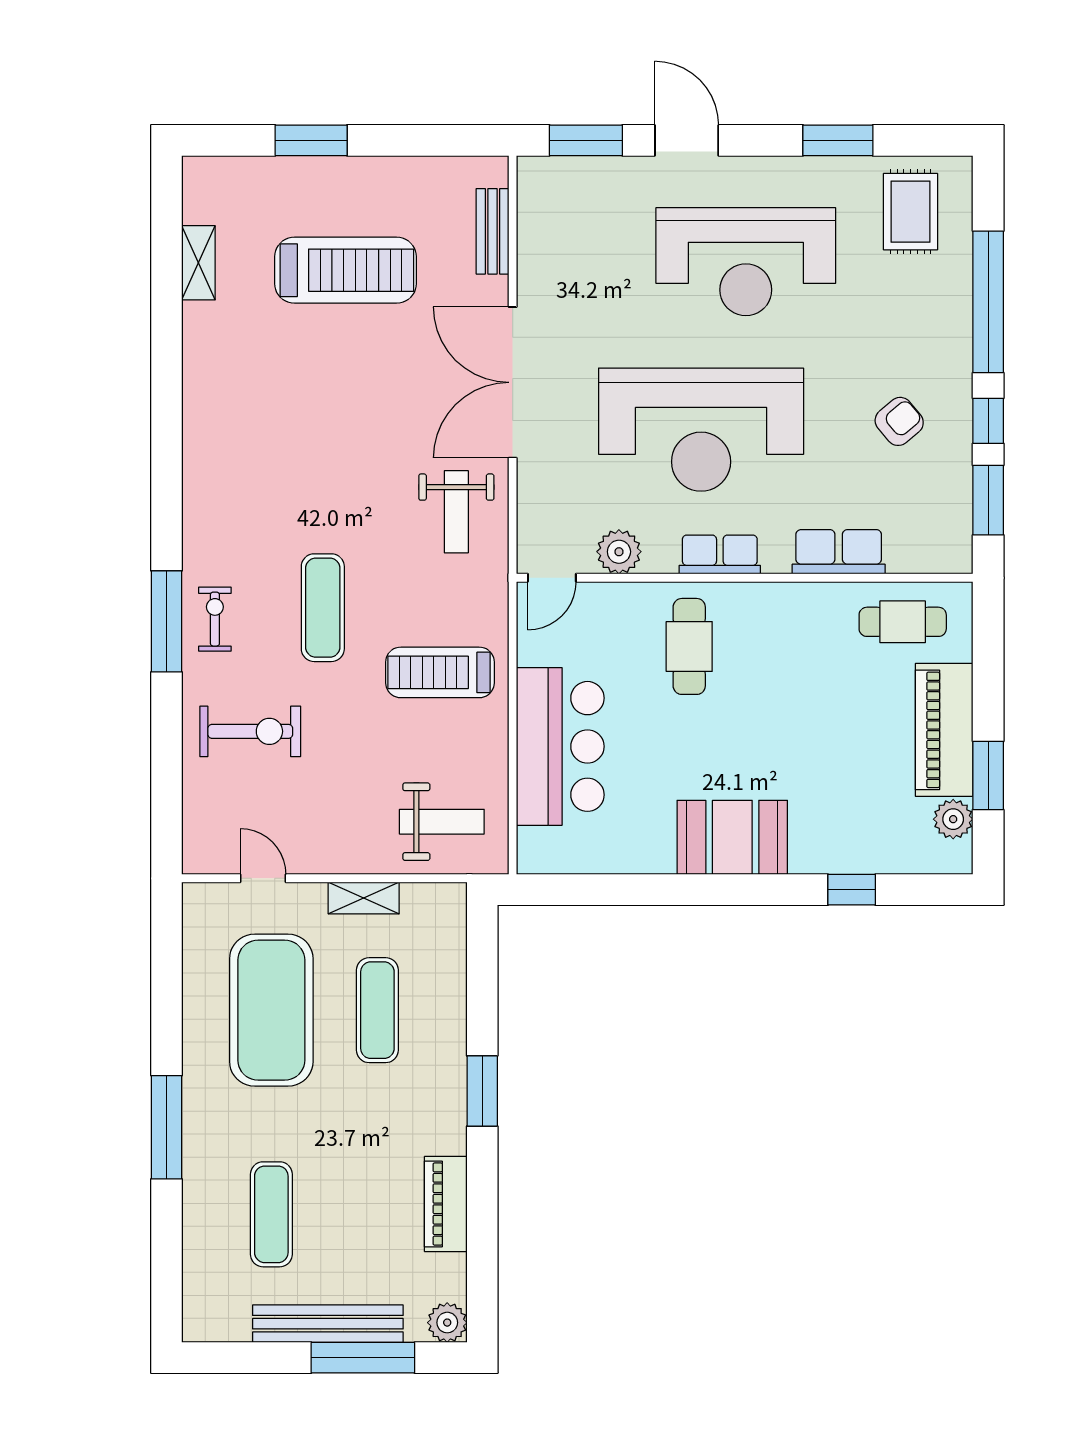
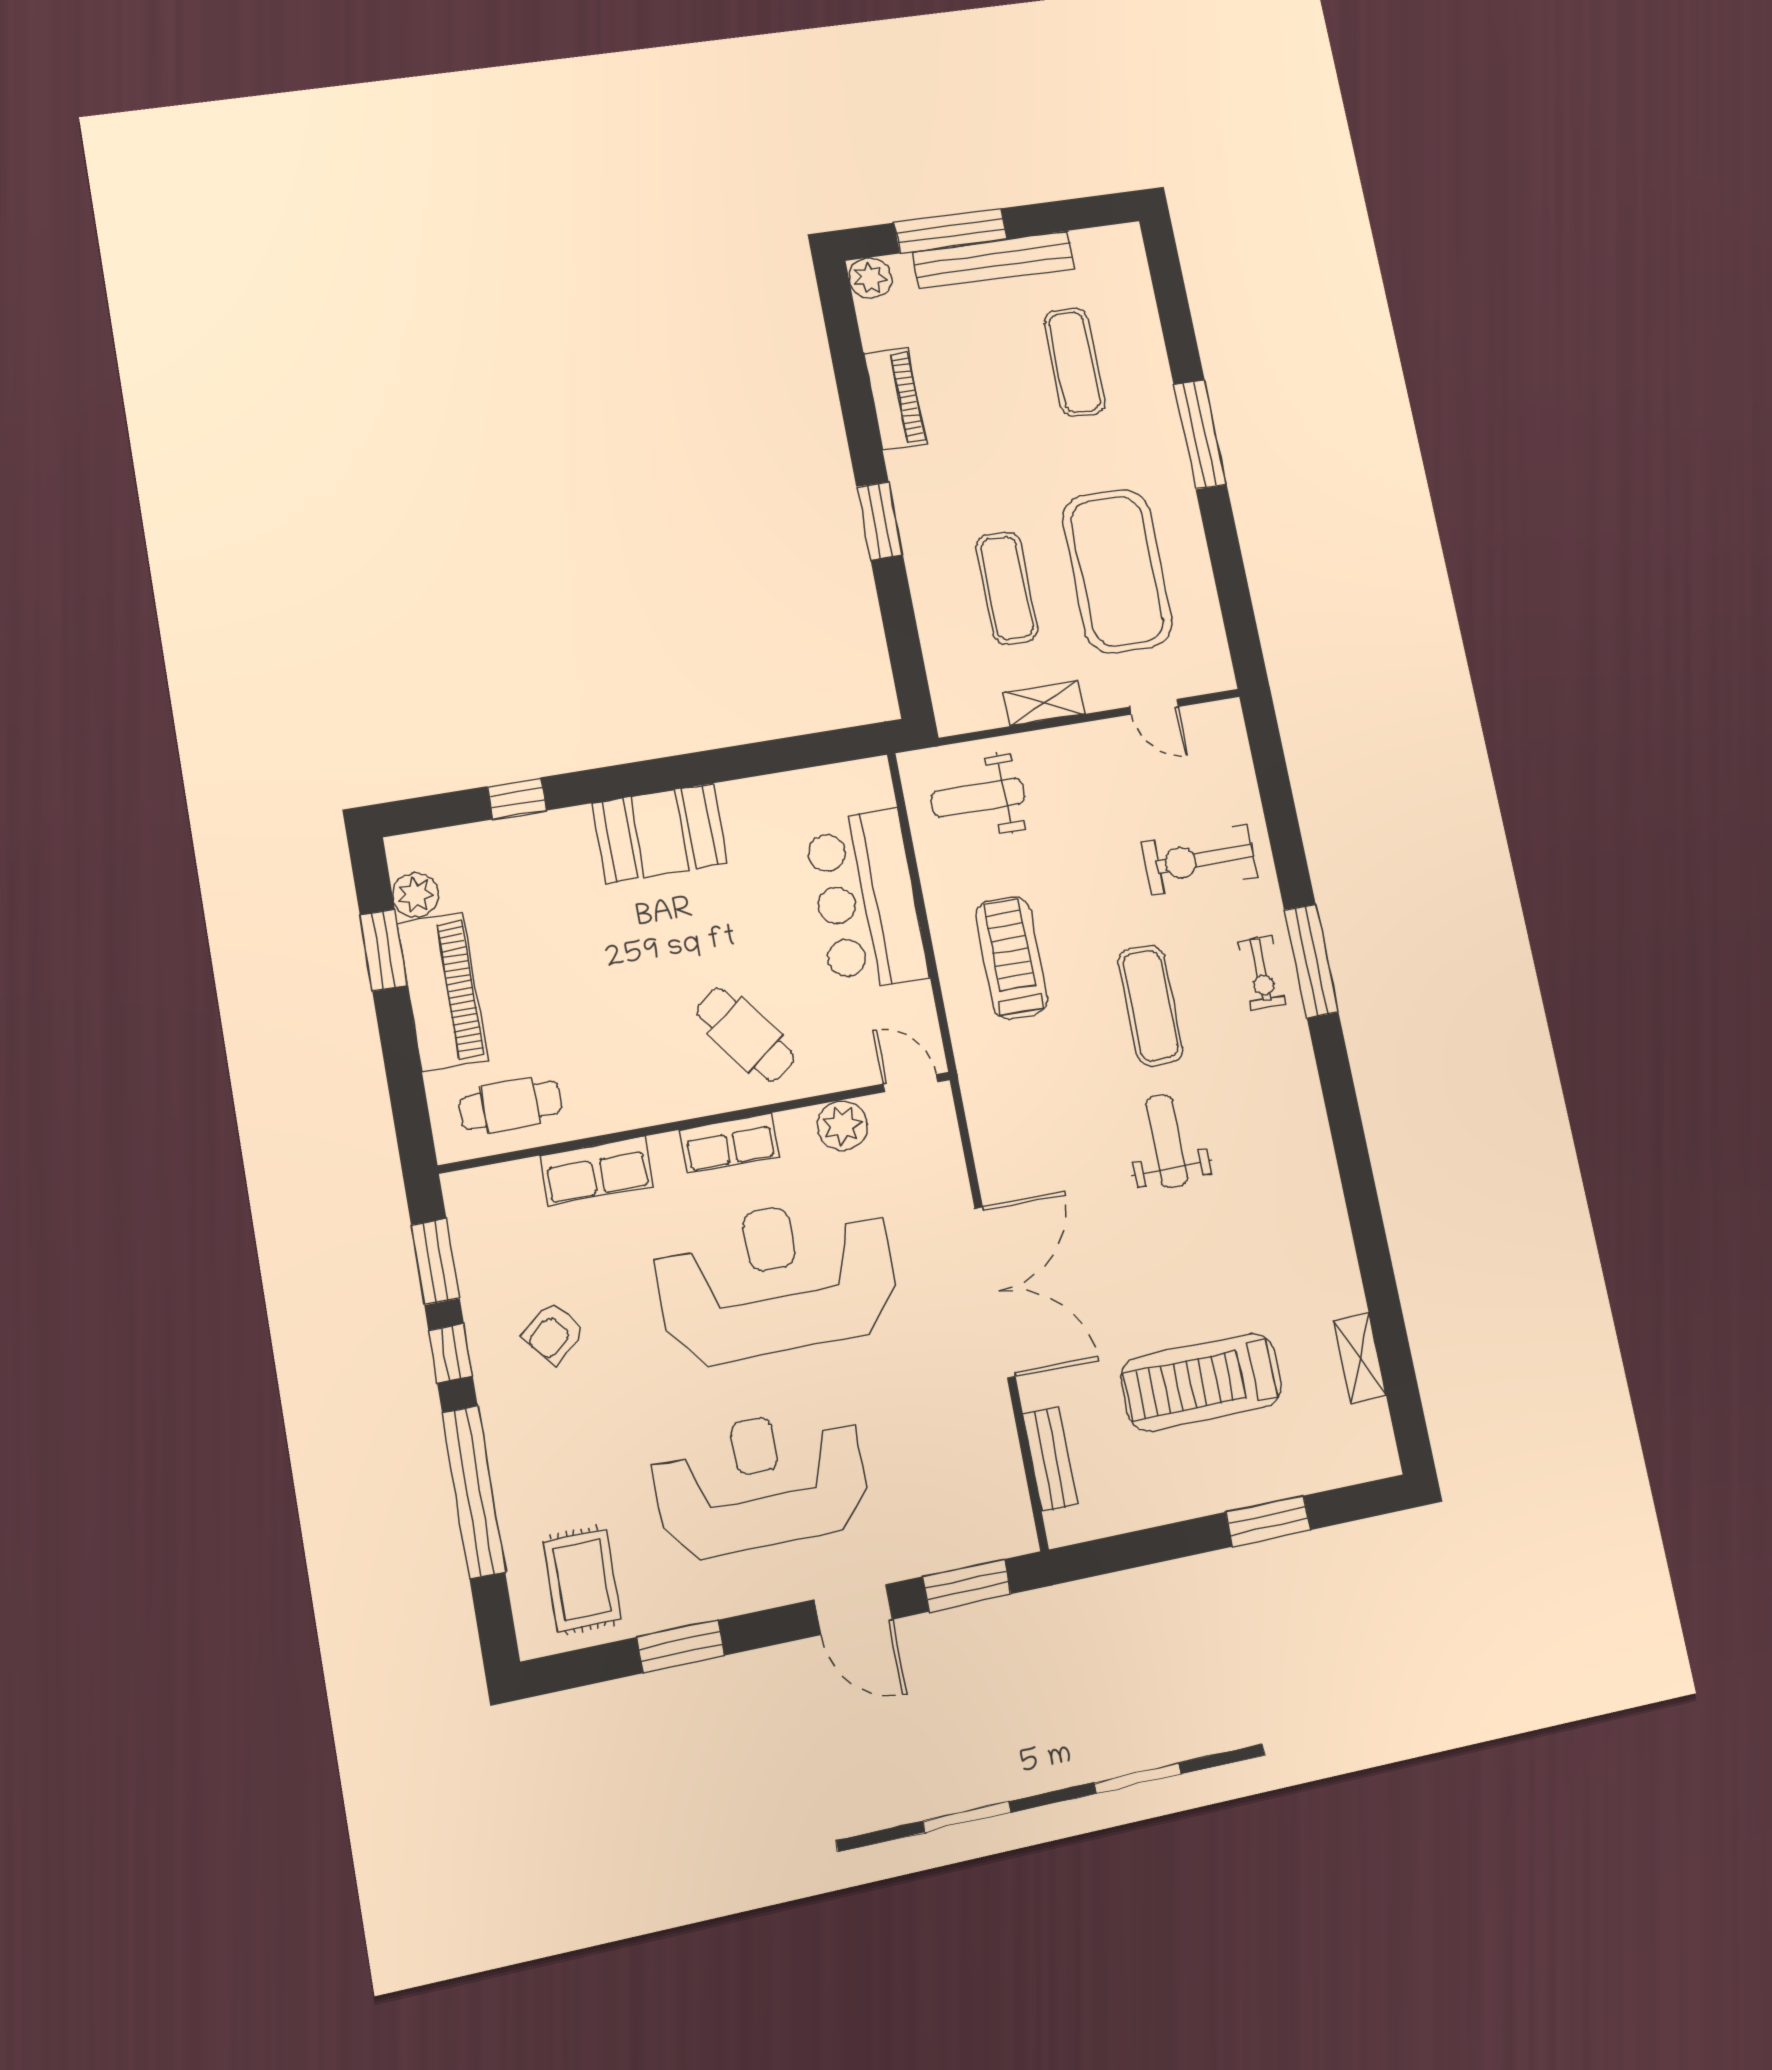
weight bench: (456, 512) -> (1167, 1141), moved
door: (552, 578) -> (910, 1083), hinge flipped
cafe table: (689, 646) -> (745, 1035), turned -37
treadmill: (440, 672) -> (1011, 958), turned -90

